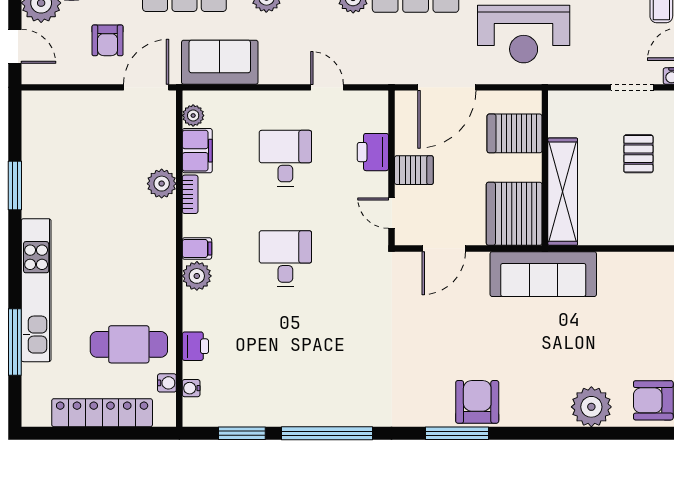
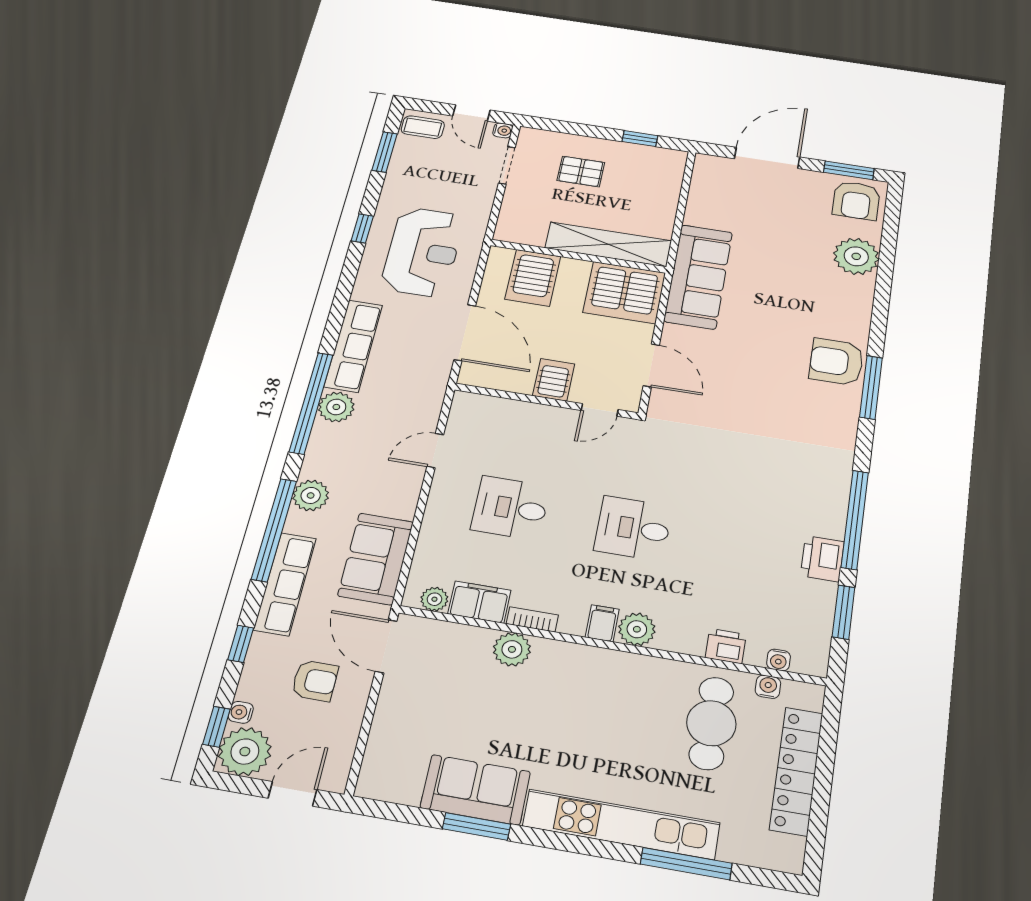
printer: (373, 152) -> (822, 559), moved, turned 90
sofa: (43, 179) -> (475, 790), added

